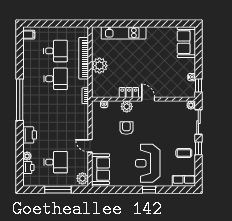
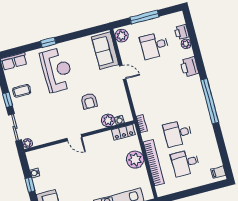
window: (198, 86) -> (30, 185), moved
locker: (129, 92) -> (123, 132), moved
plant: (127, 107) -> (108, 120), moved

